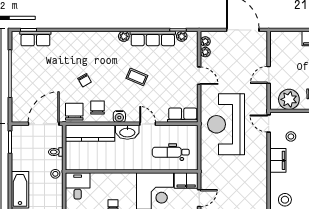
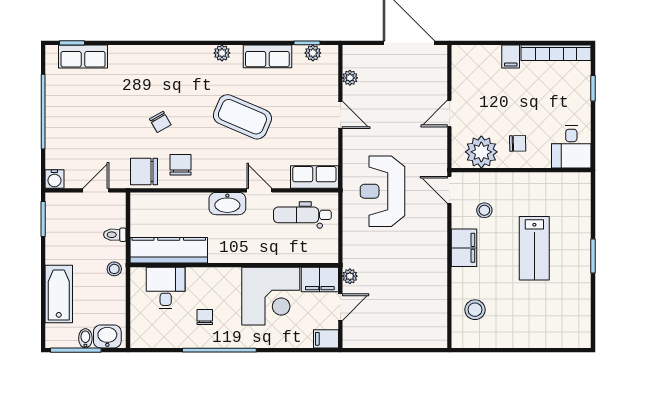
row of seats: (153, 38) -> (267, 56), width x0.68
plant: (205, 41) -> (350, 276), moved
coffee table: (137, 77) -> (242, 117), width x1.86, depth x1.72
chair: (74, 112) -> (144, 171), turned -90
water cooler: (119, 117) -> (54, 179), moved
door: (44, 124) -> (96, 190), width x0.53
reception desk: (226, 124) -> (383, 191), width x0.74, depth x0.77
kitchen counter: (90, 133) -> (169, 250), moved, turned 180
dental chair: (171, 152) -> (302, 215), moved
desk: (78, 186) -> (166, 288), moved

